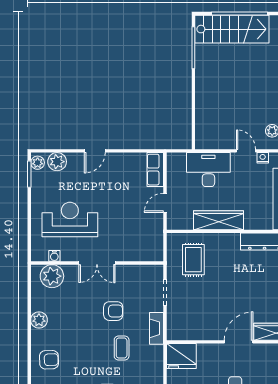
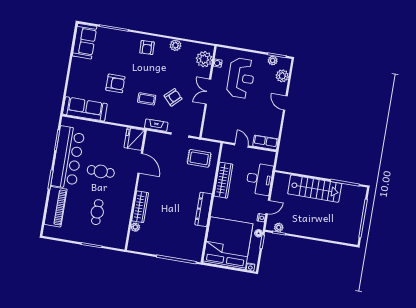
stairs: (232, 29) -> (315, 189), moved, turned -90
plant: (38, 163) -> (273, 60), moved
armchair: (113, 311) -> (173, 97), turned -134
door: (239, 342) -> (140, 163), moved

